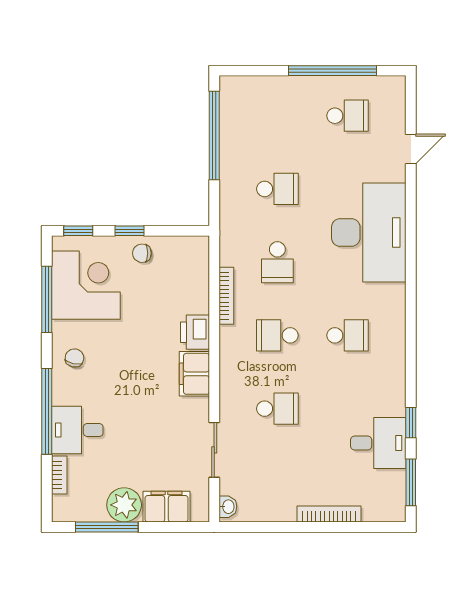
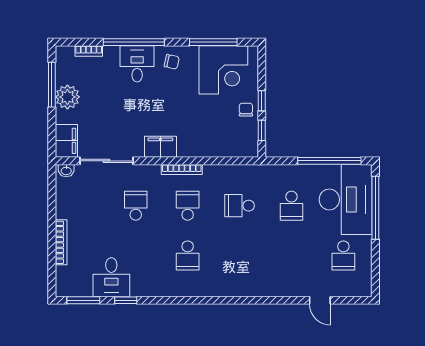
window: (333, 71) -> (375, 208), moved
window: (78, 231) -> (262, 130), moved
desk: (369, 232) -> (346, 199), moved, turned -90
bookcase: (226, 296) -> (182, 170), moved
printer: (195, 332) -> (190, 147), removed
school desk: (277, 409) -> (136, 206), turned 180
desk: (77, 430) -> (137, 64), moved
sliding door: (214, 450) -> (106, 161), width x1.37
filing cabinet: (166, 507) -> (66, 141), moved

